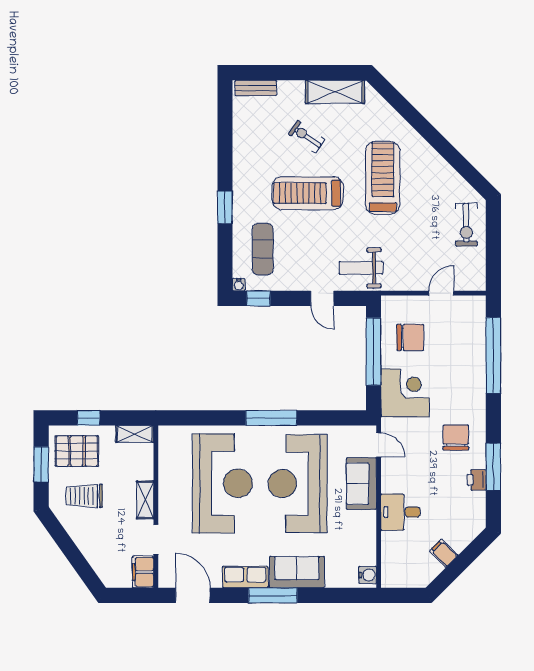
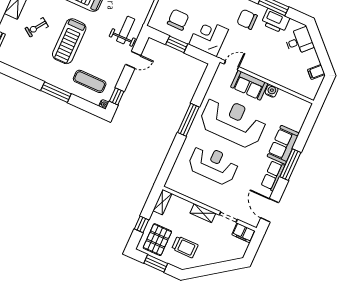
window: (225, 207) -> (56, 92), width x1.44
weight bench: (361, 268) -> (126, 30), turned 180
window: (373, 352) -> (177, 44), width x0.47
printer: (477, 480) -> (275, 21), width x1.87, depth x1.48
reception desk: (222, 483) -> (213, 165), width x0.74, depth x0.77
reception desk: (298, 484) -> (233, 122), turned 180
trolley: (84, 496) -> (185, 247), turned -90
desk: (401, 512) -> (299, 41), moved, turned -135
filing cabinet: (444, 553) -> (316, 72), moved
water cooler: (368, 575) -> (272, 91), moved
door: (193, 595) -> (270, 210), hinge flipped

